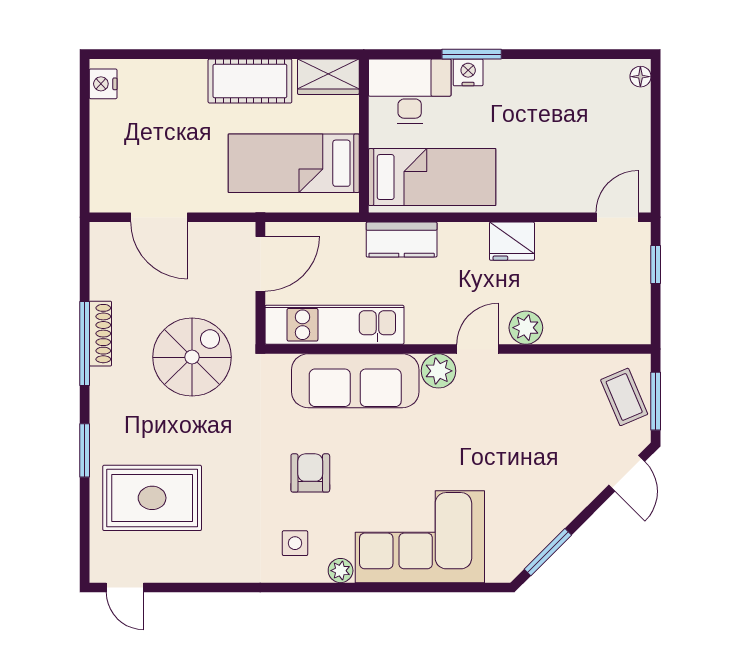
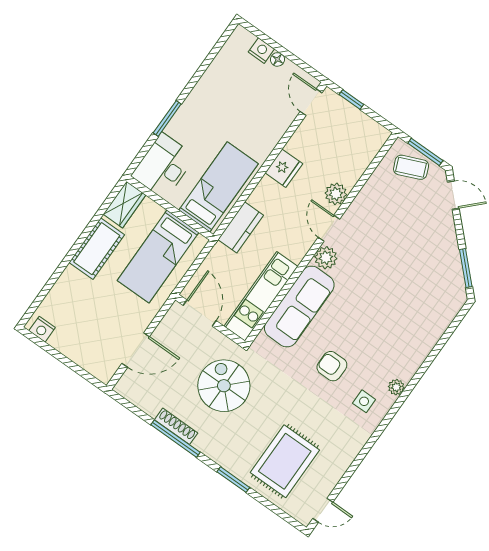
nightstand: (468, 72) -> (261, 51), moved, turned 90
floor lamp: (640, 77) -> (277, 59), moved
corner sofa: (420, 537) -> (408, 331), removed

